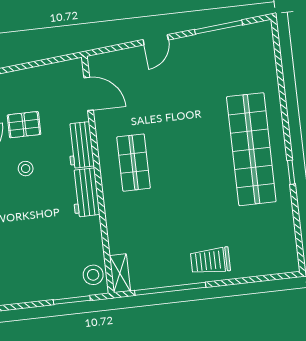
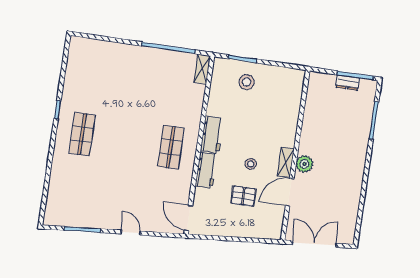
door: (156, 40) -> (131, 233), hinge flipped
door: (89, 94) -> (188, 218), moved
shop shelf: (251, 149) -> (82, 134), width x0.50, depth x0.74
trolley: (210, 261) -> (134, 61), removed
stool: (93, 275) -> (247, 82), moved

